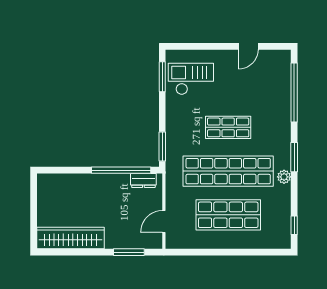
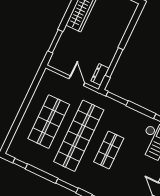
window: (121, 170) -> (114, 62), width x0.68
plant: (284, 177) -> (57, 172), removed
door: (164, 222) -> (77, 81), moved

